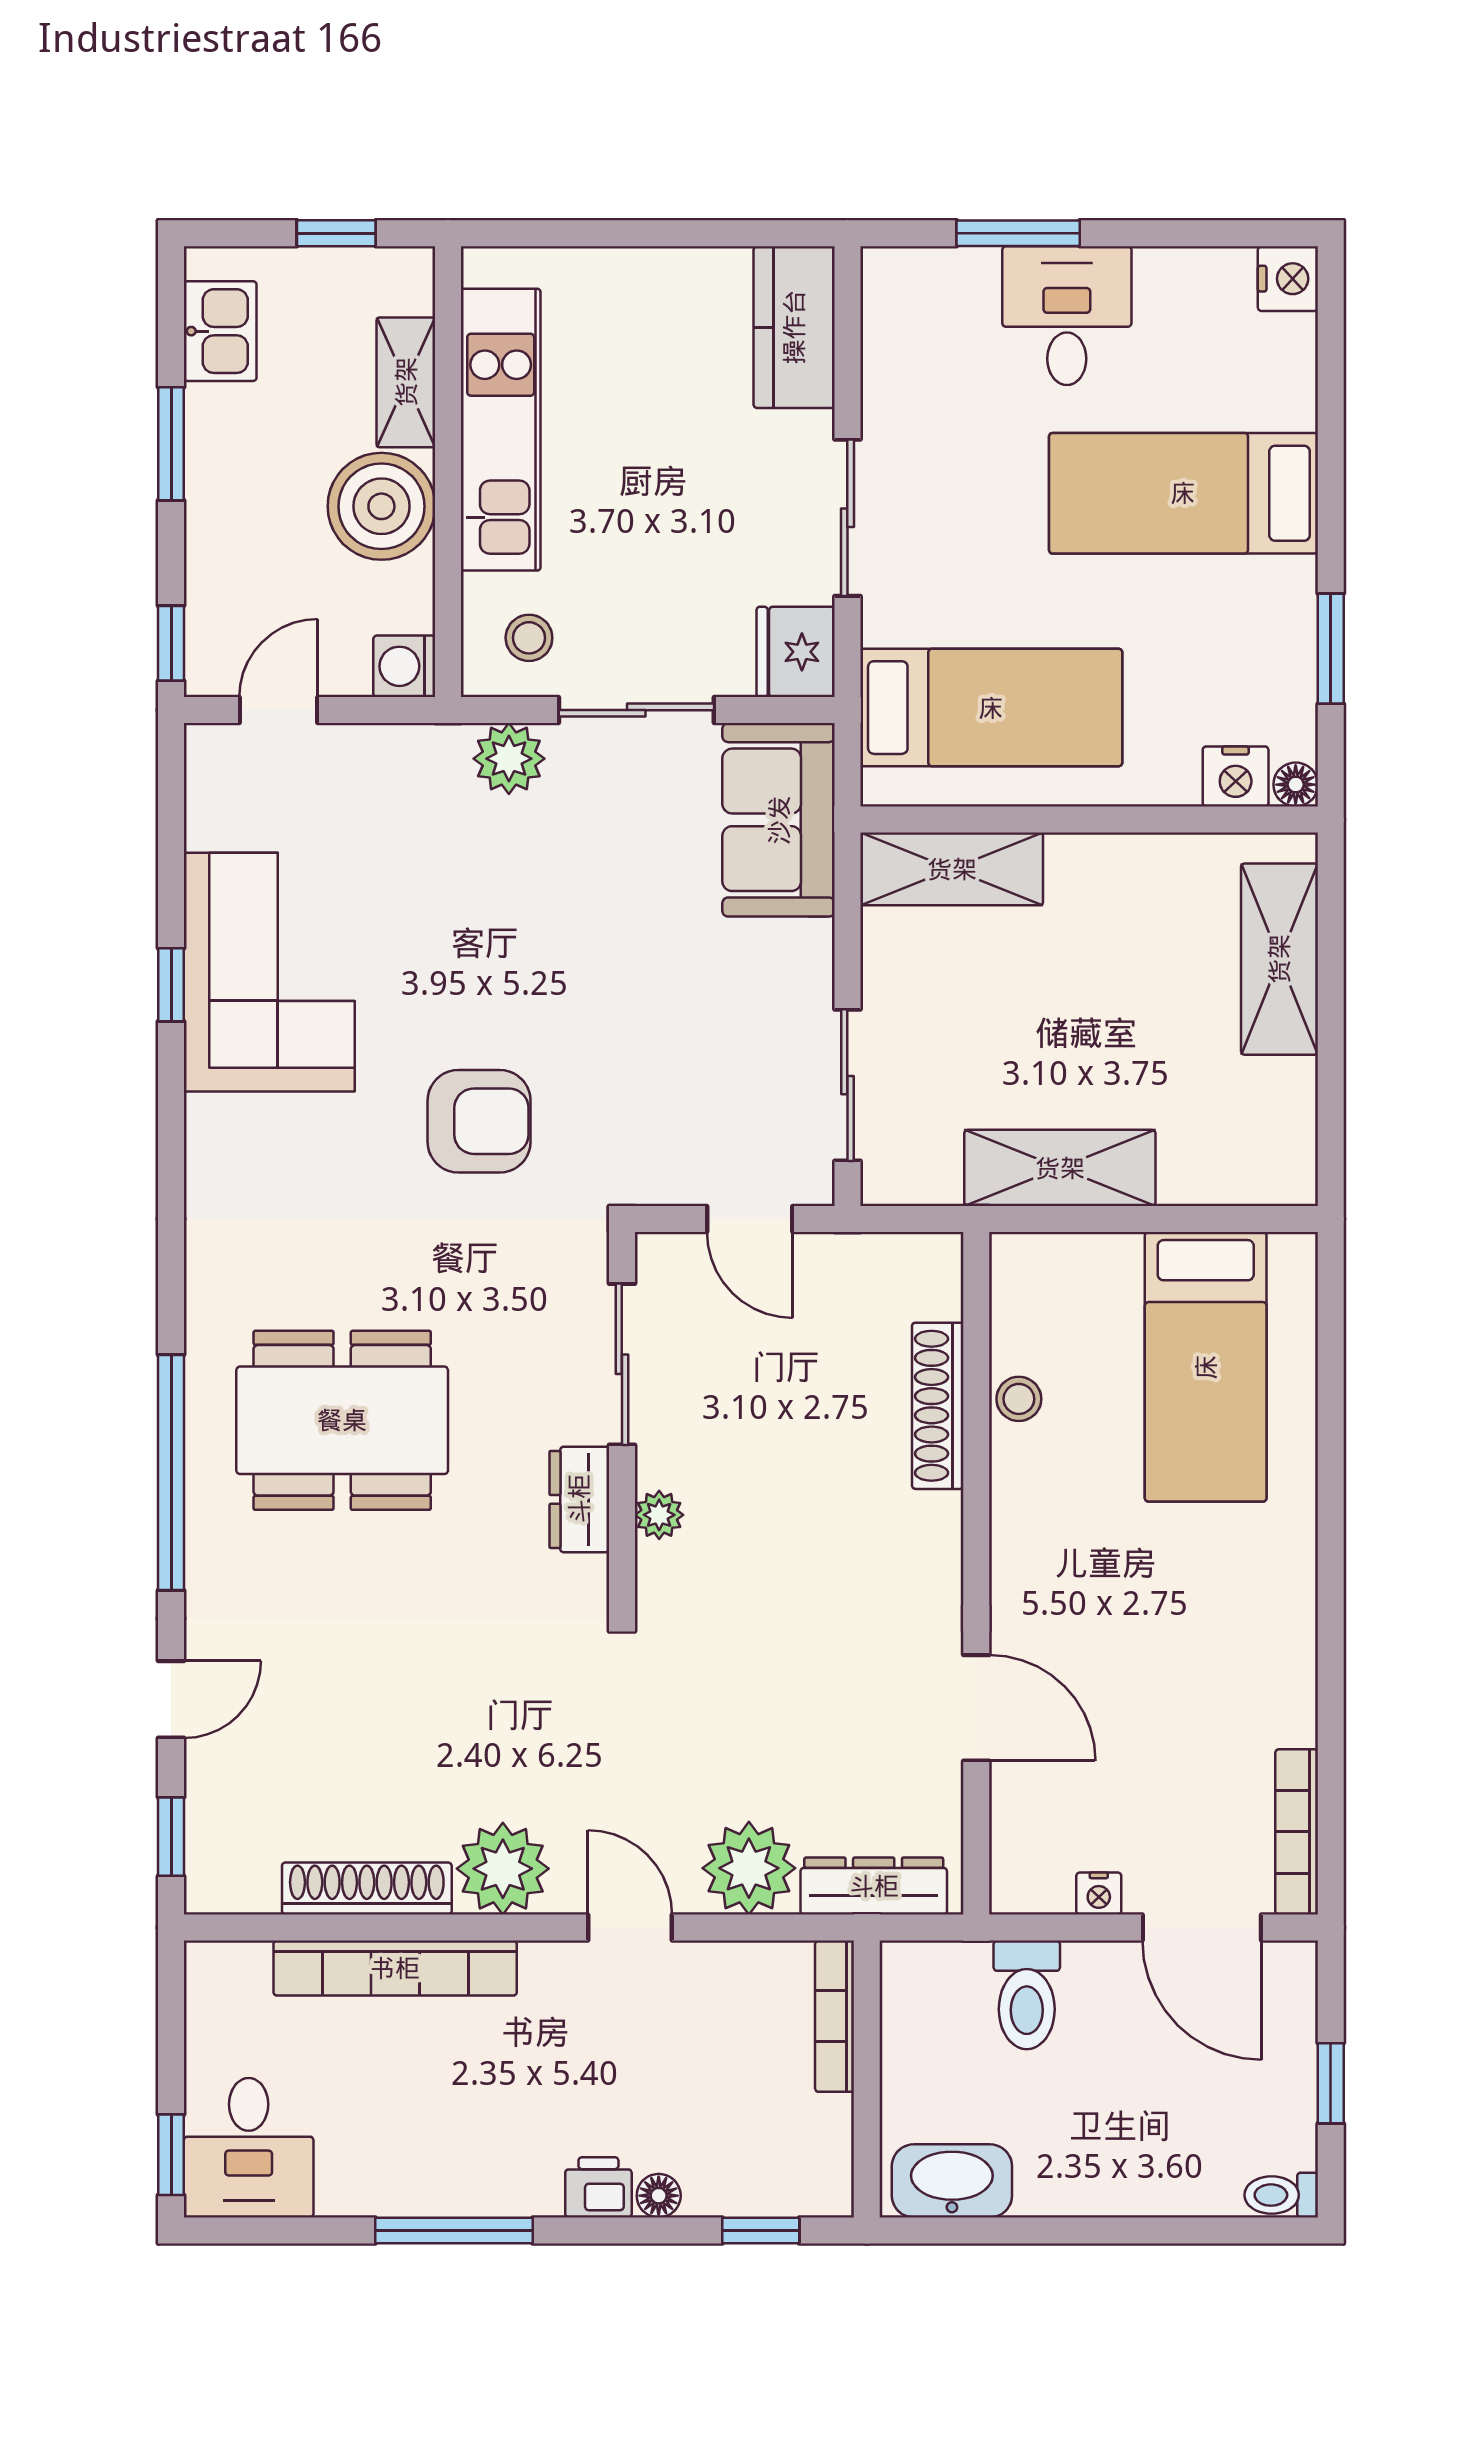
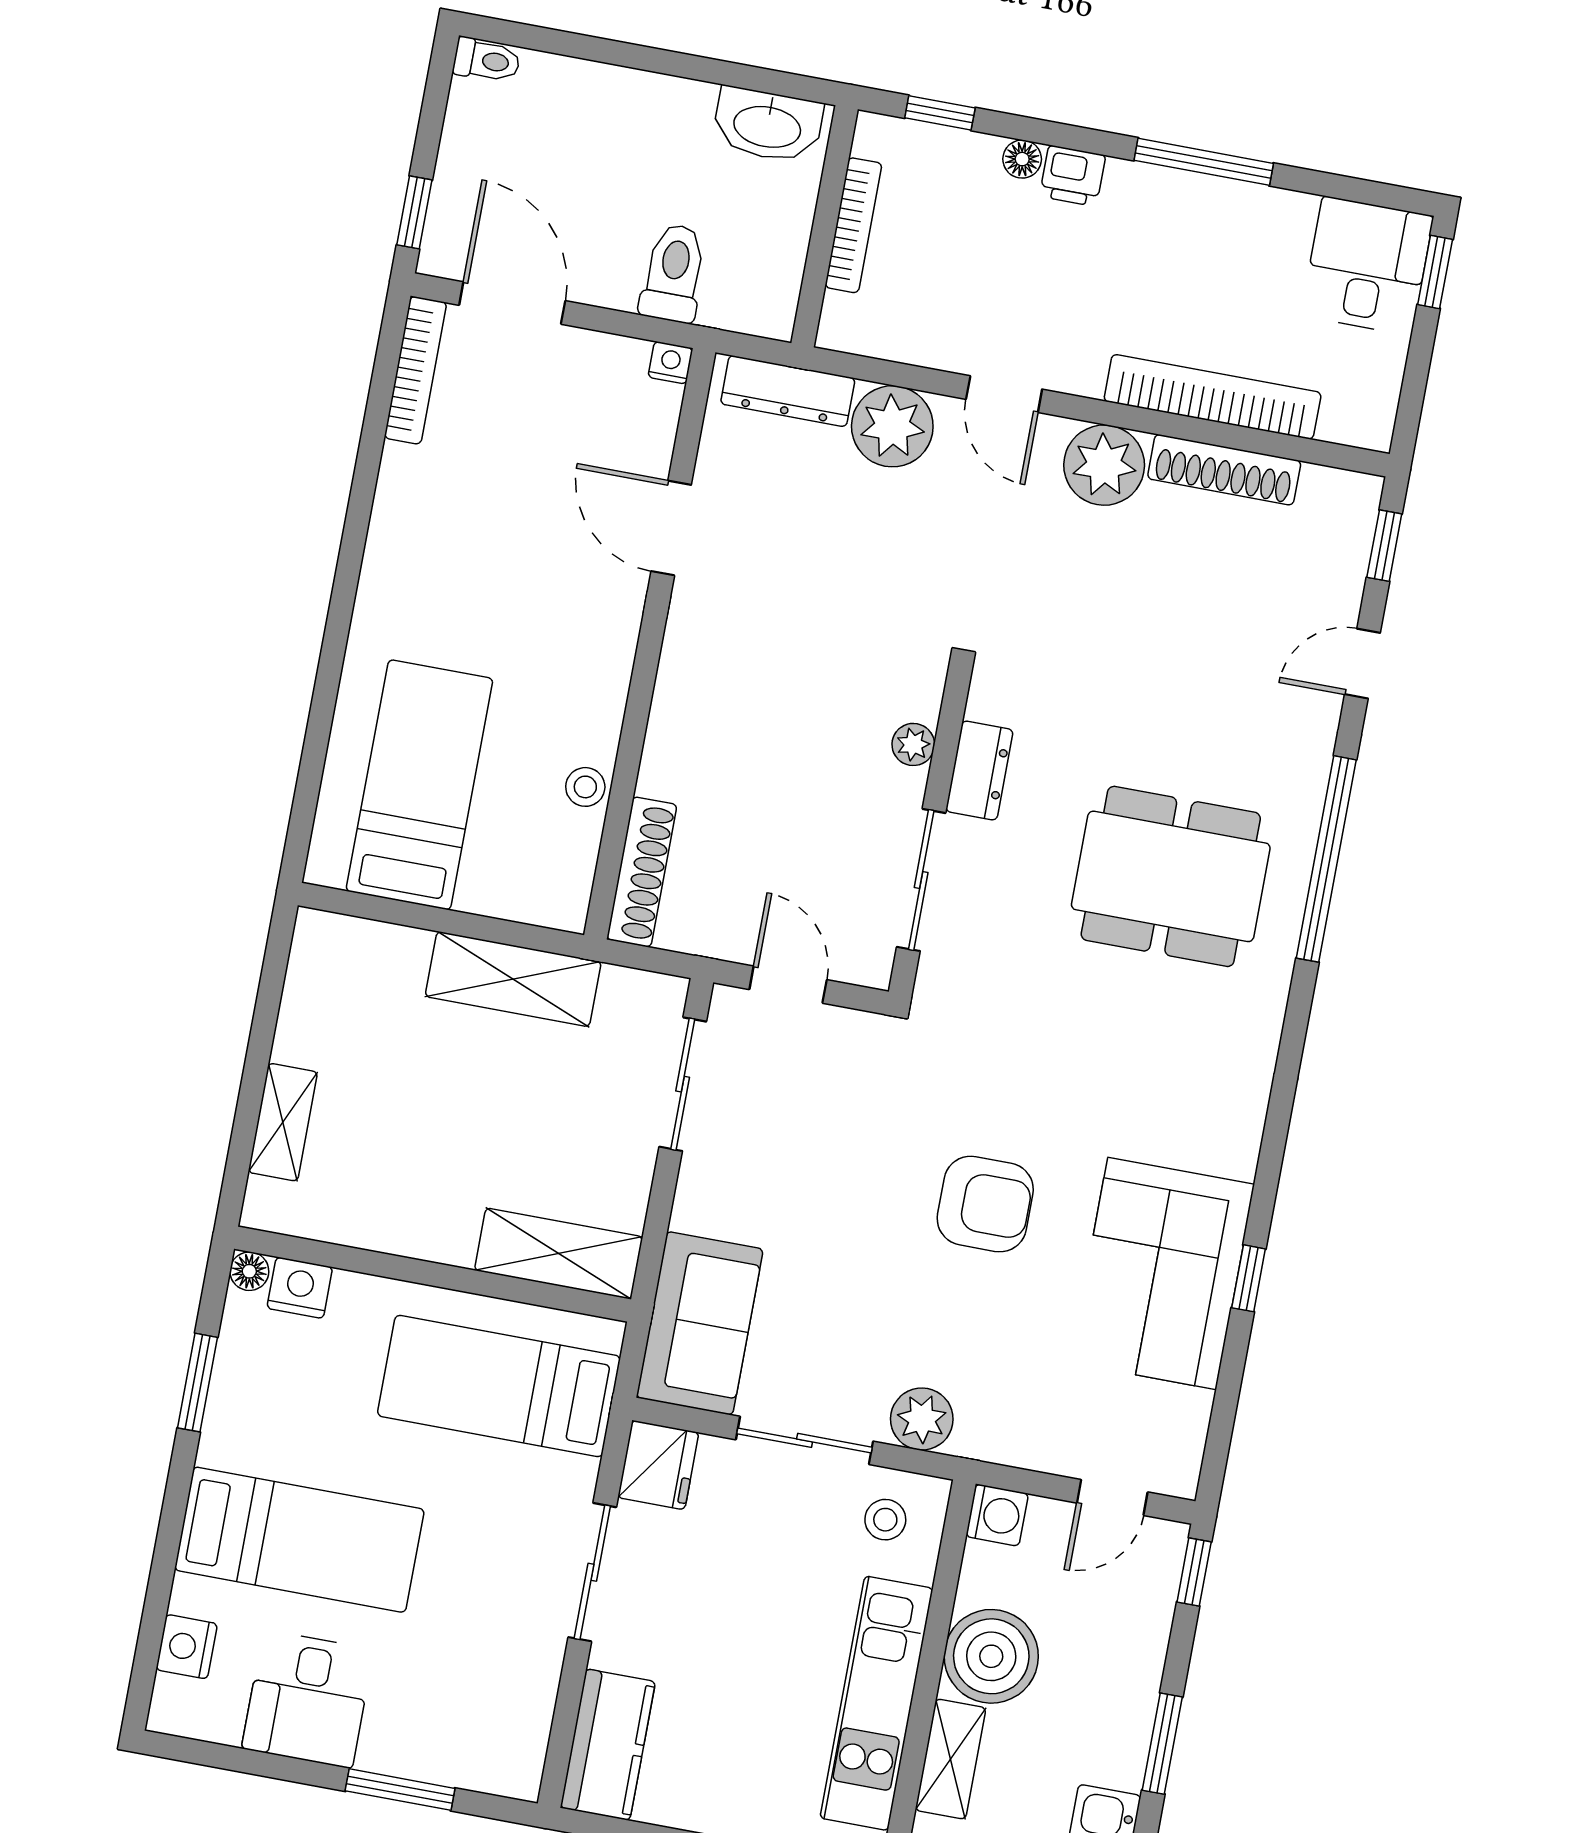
nightstand: (1288, 279) -> (187, 1647), moved
desk: (1067, 316) -> (308, 1699), moved
shelving: (1279, 959) -> (283, 1122), width x0.67, depth x0.75
armchair: (479, 1121) -> (985, 1204), moved, turned 180
shoe rack: (938, 1406) -> (642, 872), moved
nightstand: (1099, 1894) -> (670, 363), moved
bookcase: (835, 2016) -> (853, 225), moved
window: (1331, 2083) -> (414, 212), moved

